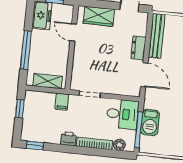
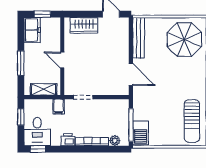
door: (73, 32) -> (62, 60), moved
dresser: (138, 48) -> (123, 51), removed
window: (26, 50) -> (21, 63), width x0.69
desk: (122, 114) -> (37, 132), moved, turned 90
barbecue: (150, 122) -> (141, 133), moved

